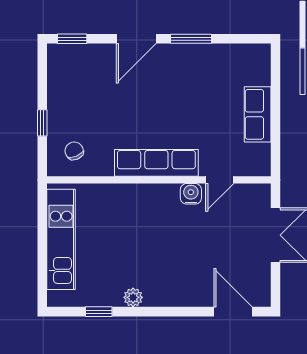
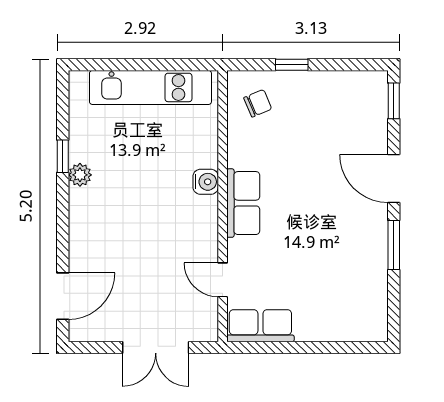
row of seats: (258, 114) -> (260, 326), moved
row of seats: (156, 163) -> (243, 203), width x0.68
water cooler: (191, 194) -> (206, 182), moved
window: (99, 312) -> (63, 156), moved

